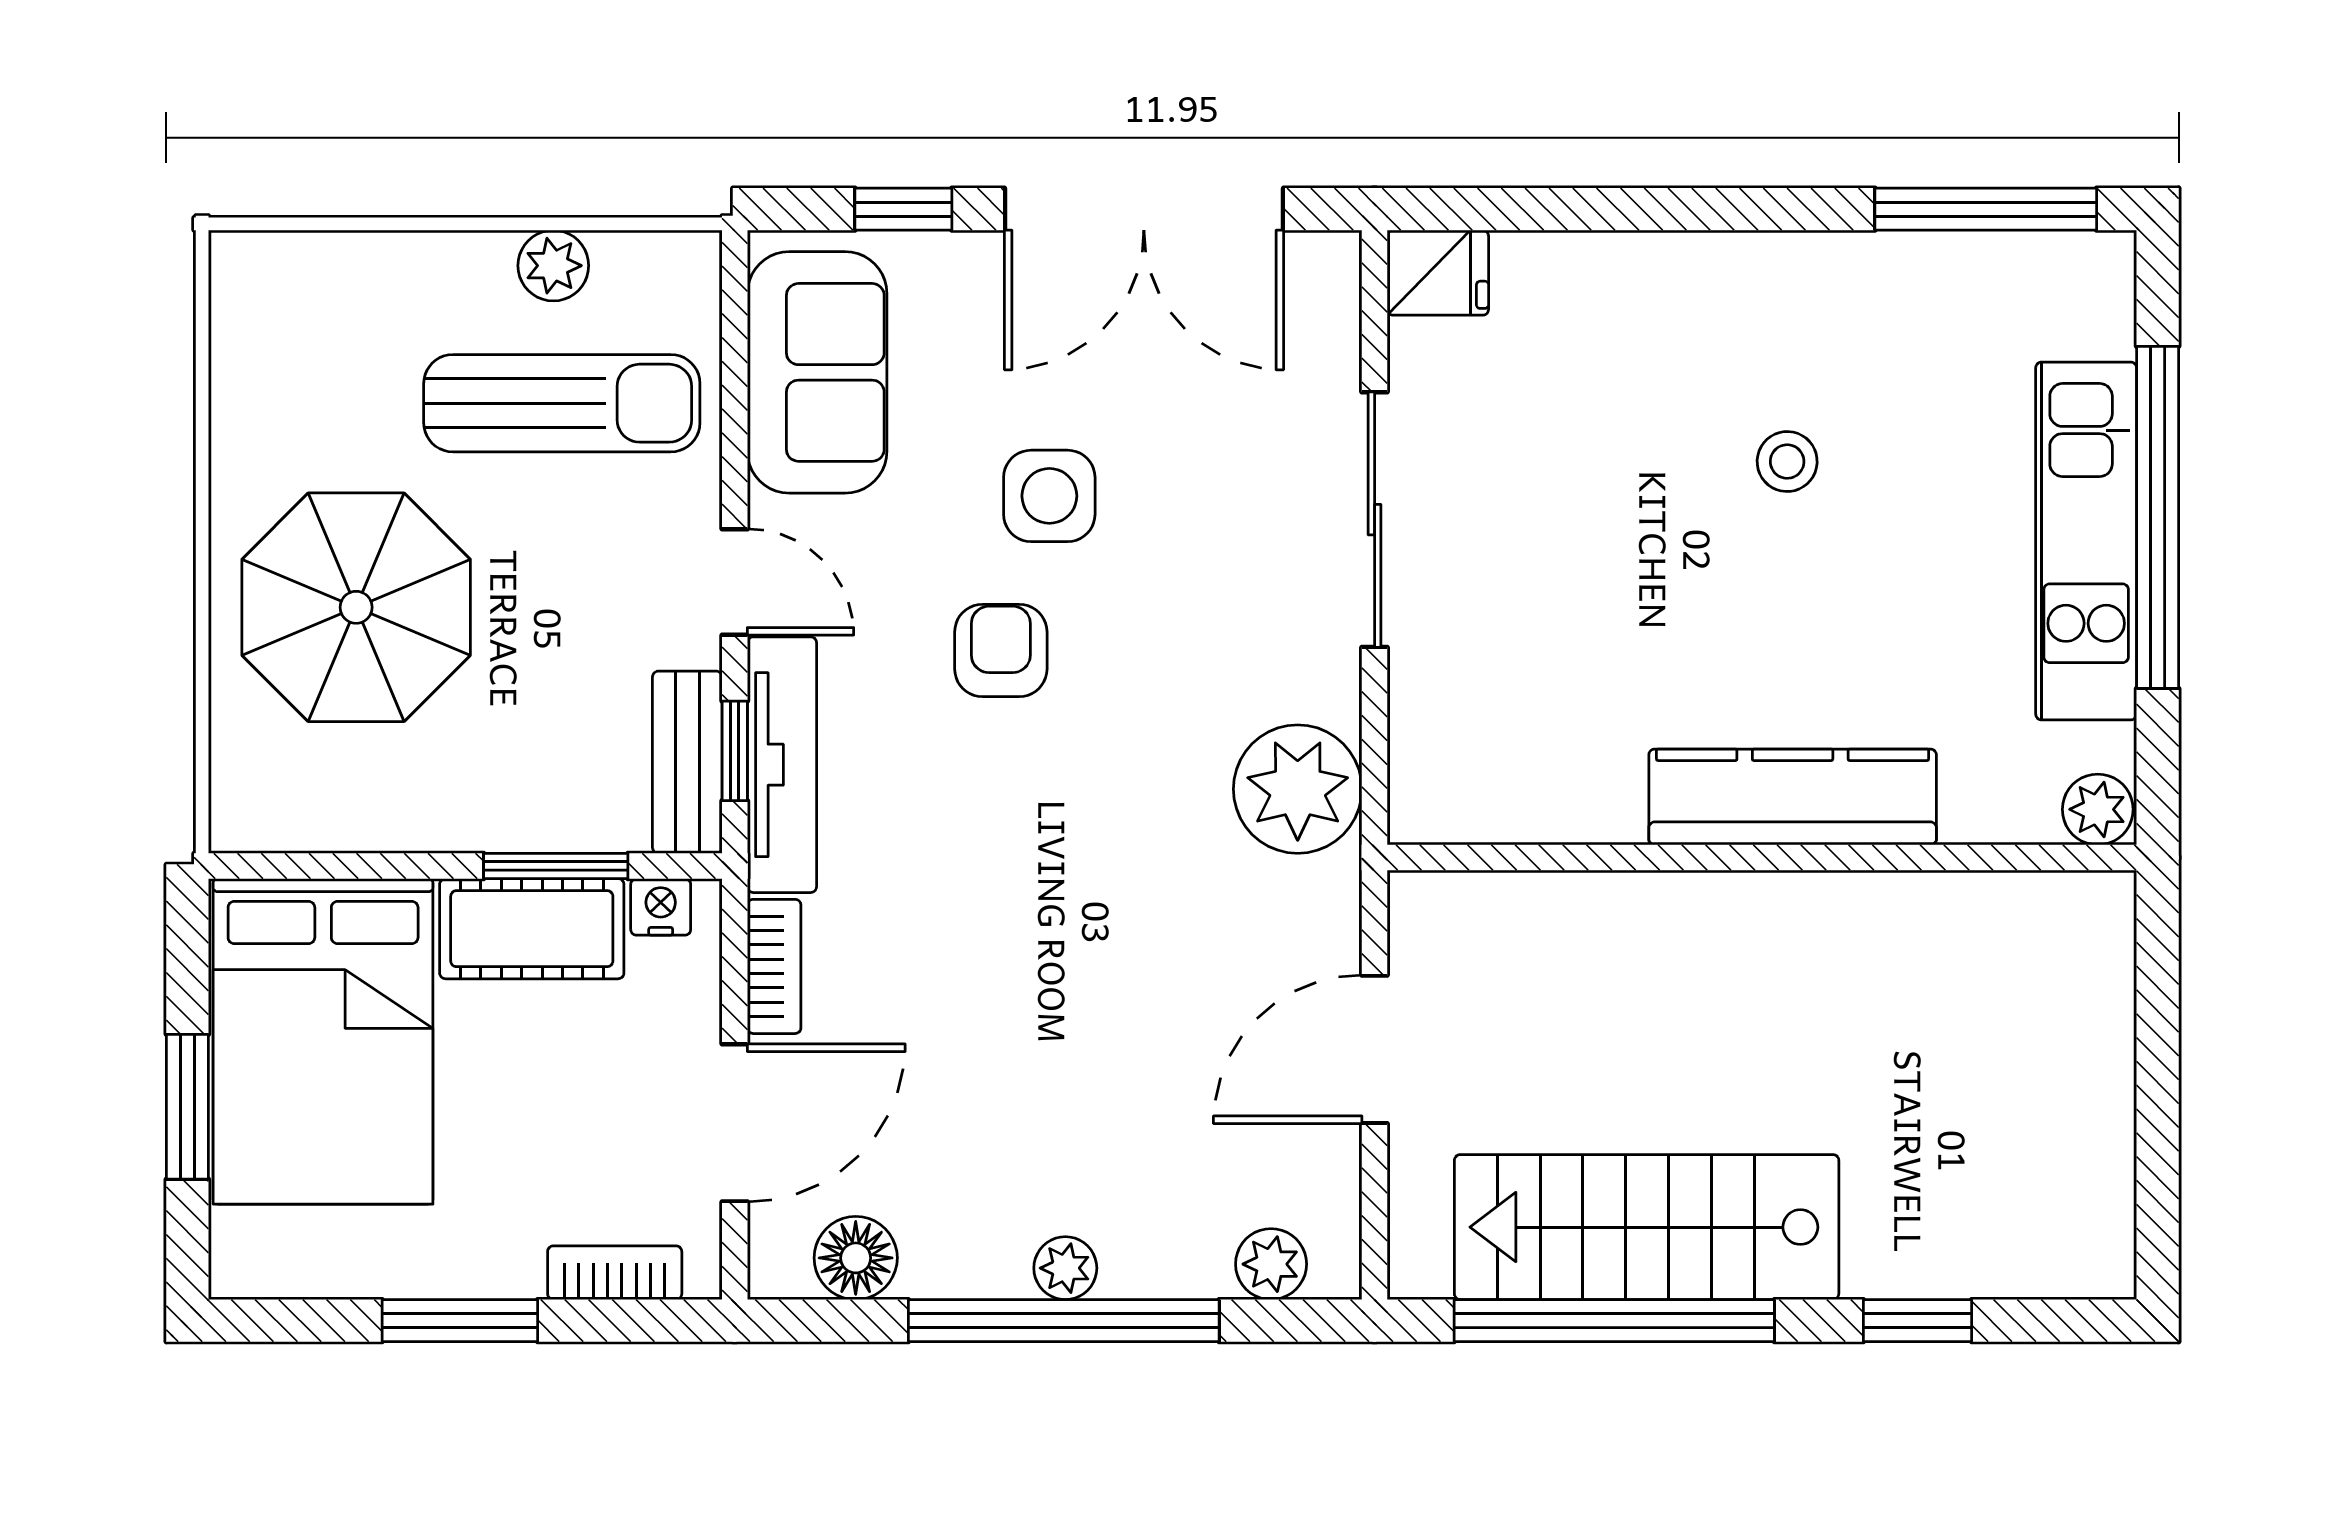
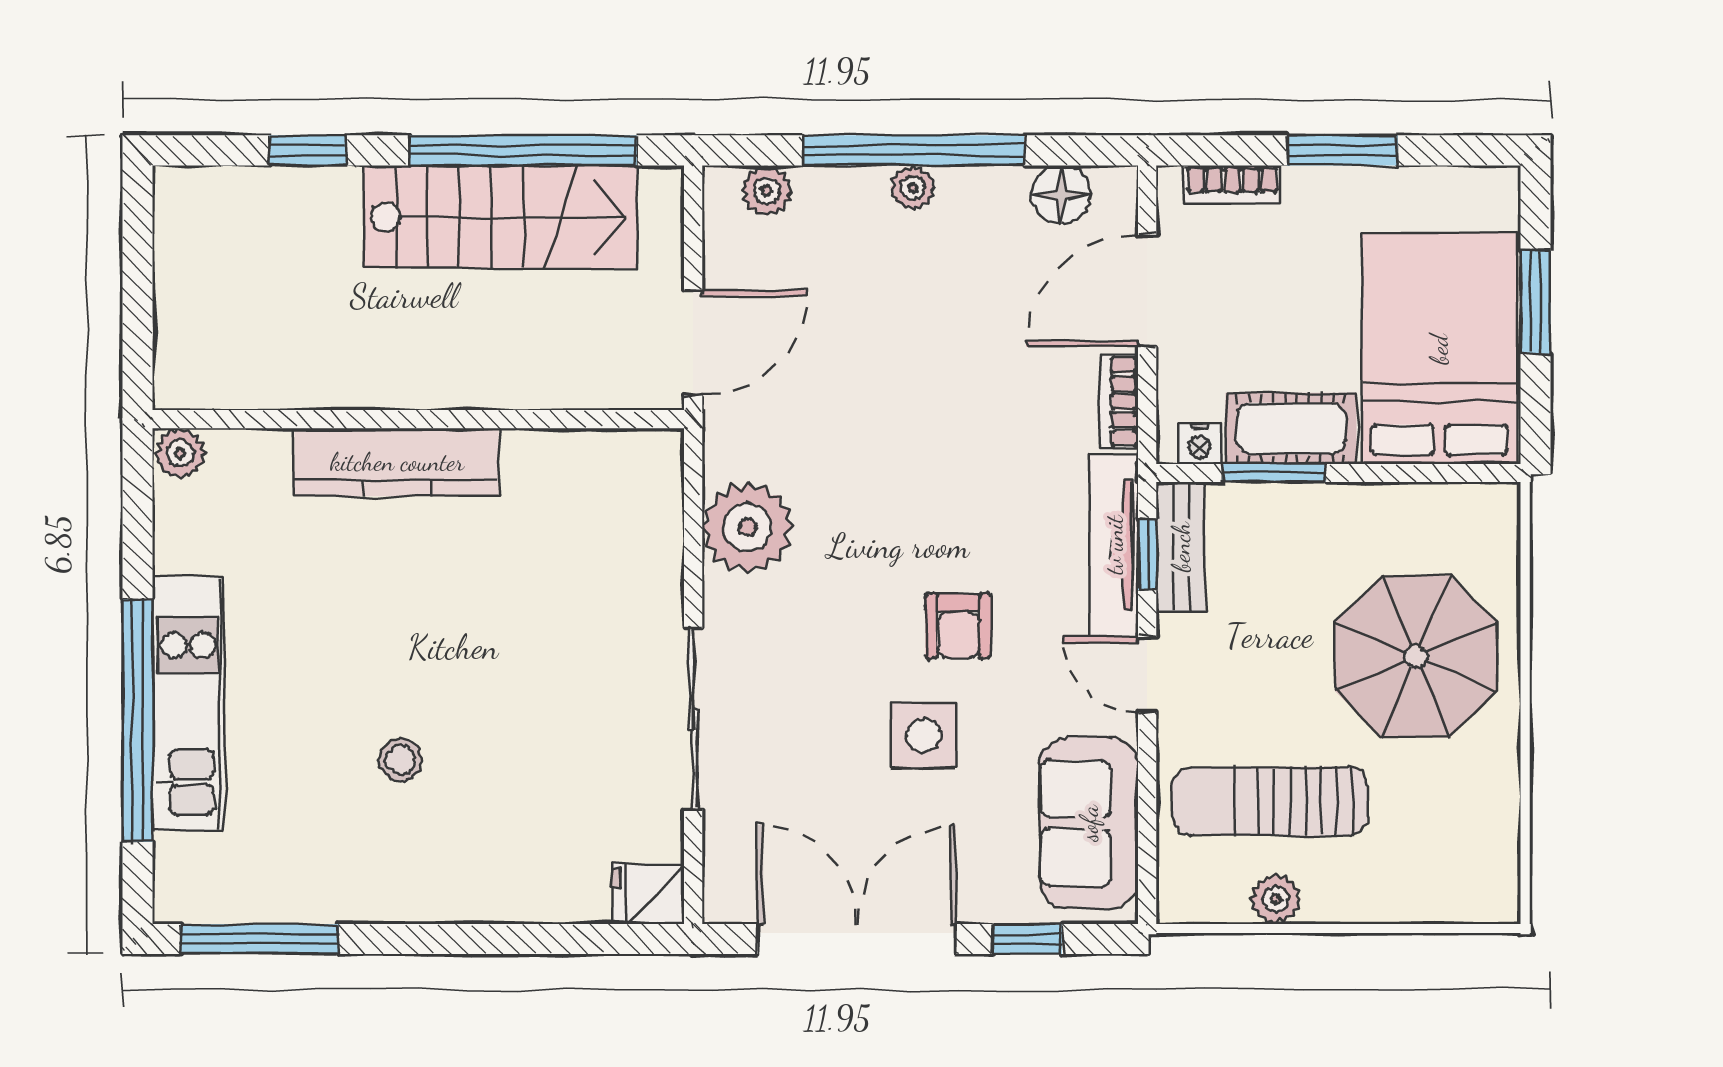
kitchen counter: (1793, 797) -> (397, 462), moved
plant: (2098, 809) -> (180, 453), moved
wall: (1762, 858) -> (418, 419), moved

